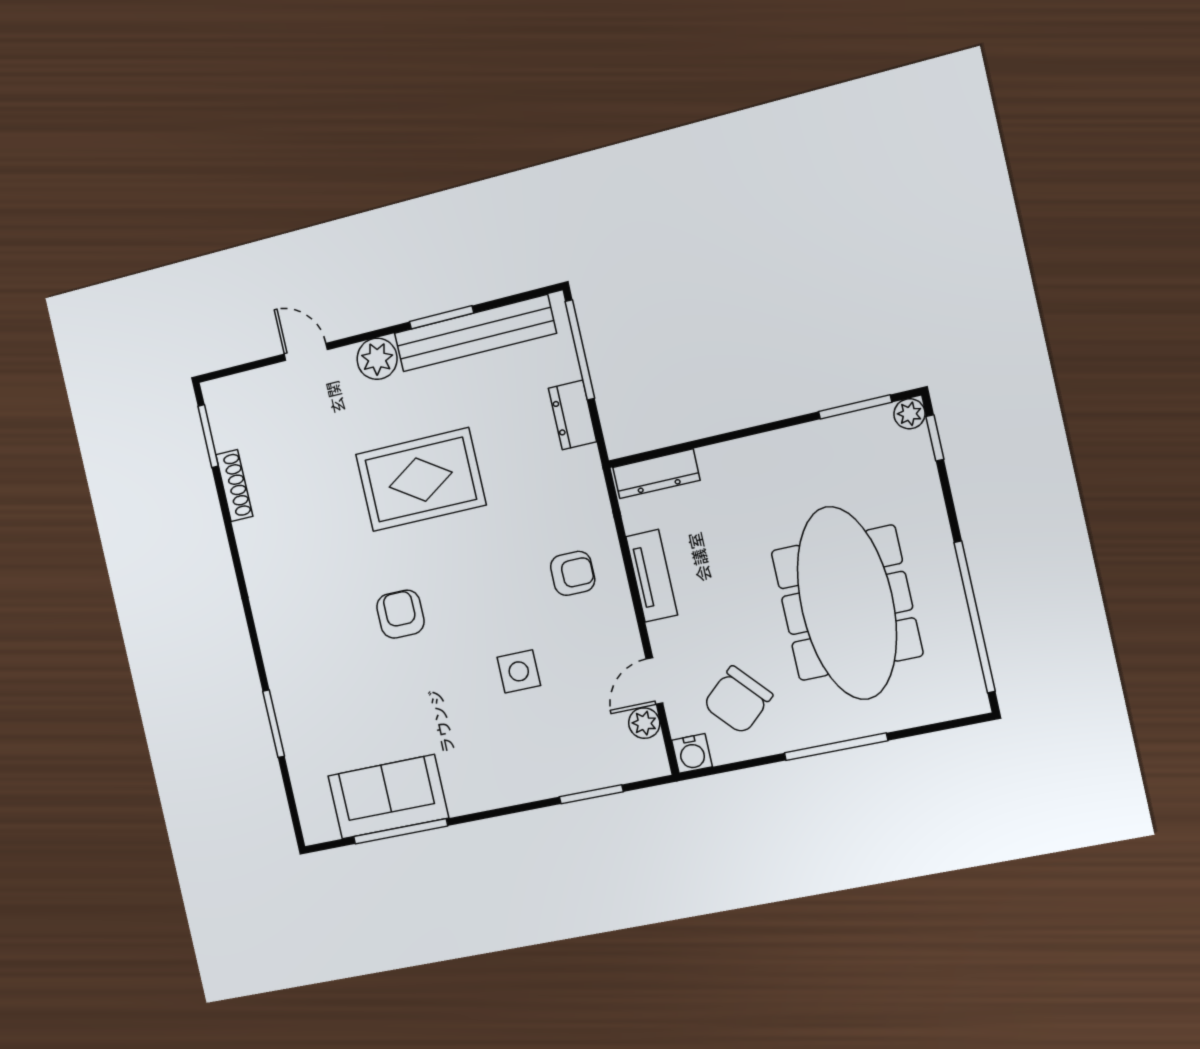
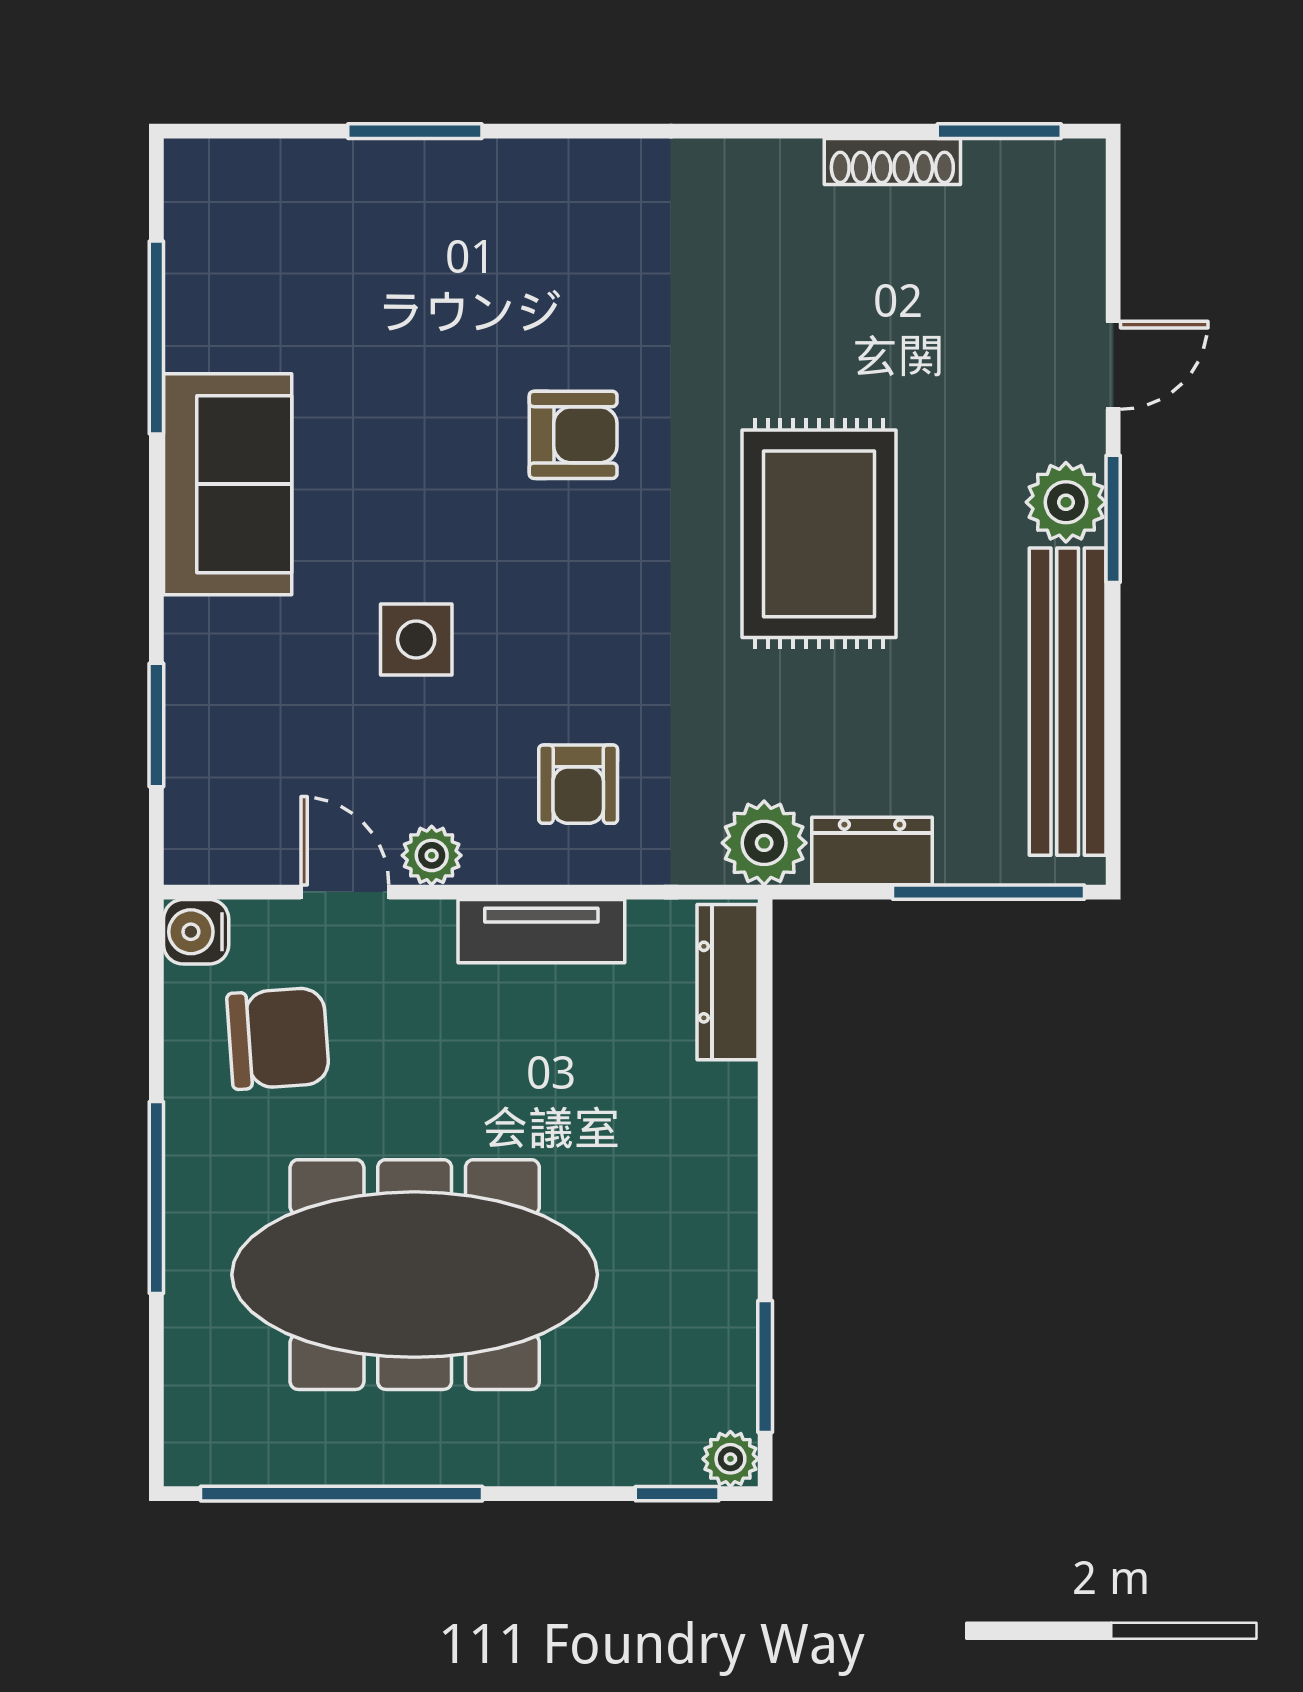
window: (441, 317) -> (1113, 519), moved
plant: (581, 471) -> (764, 843), added
chair: (738, 700) -> (278, 1038), turned 128
plant: (644, 723) -> (432, 855), moved
sofa: (388, 797) -> (228, 484), moved

